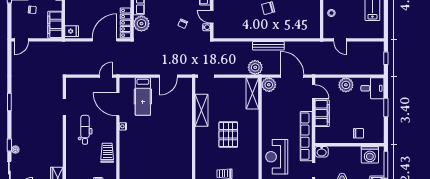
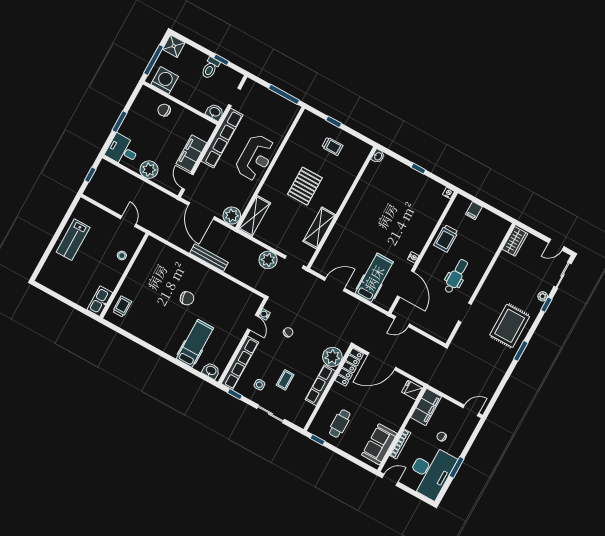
plant: (255, 67) -> (268, 260), moved
rug: (27, 115) -> (510, 326), added
dental chair: (85, 130) -> (456, 276), turned 180
reception desk: (277, 157) -> (255, 158), moved

